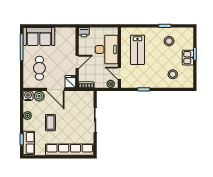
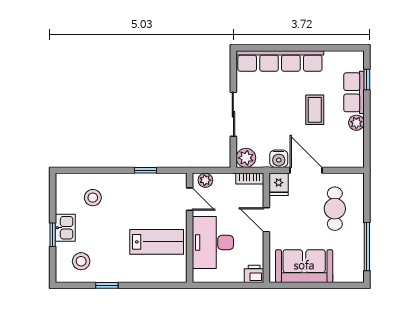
sofa: (39, 36) -> (304, 266), moved
stool: (169, 41) -> (81, 261), moved
lab bench: (138, 50) -> (157, 242), turned 90
door: (77, 62) -> (266, 220), hinge flipped
water cooler: (28, 96) -> (279, 159), moved
plant: (39, 96) -> (246, 158), moved
row of seats: (29, 143) -> (354, 92), moved

